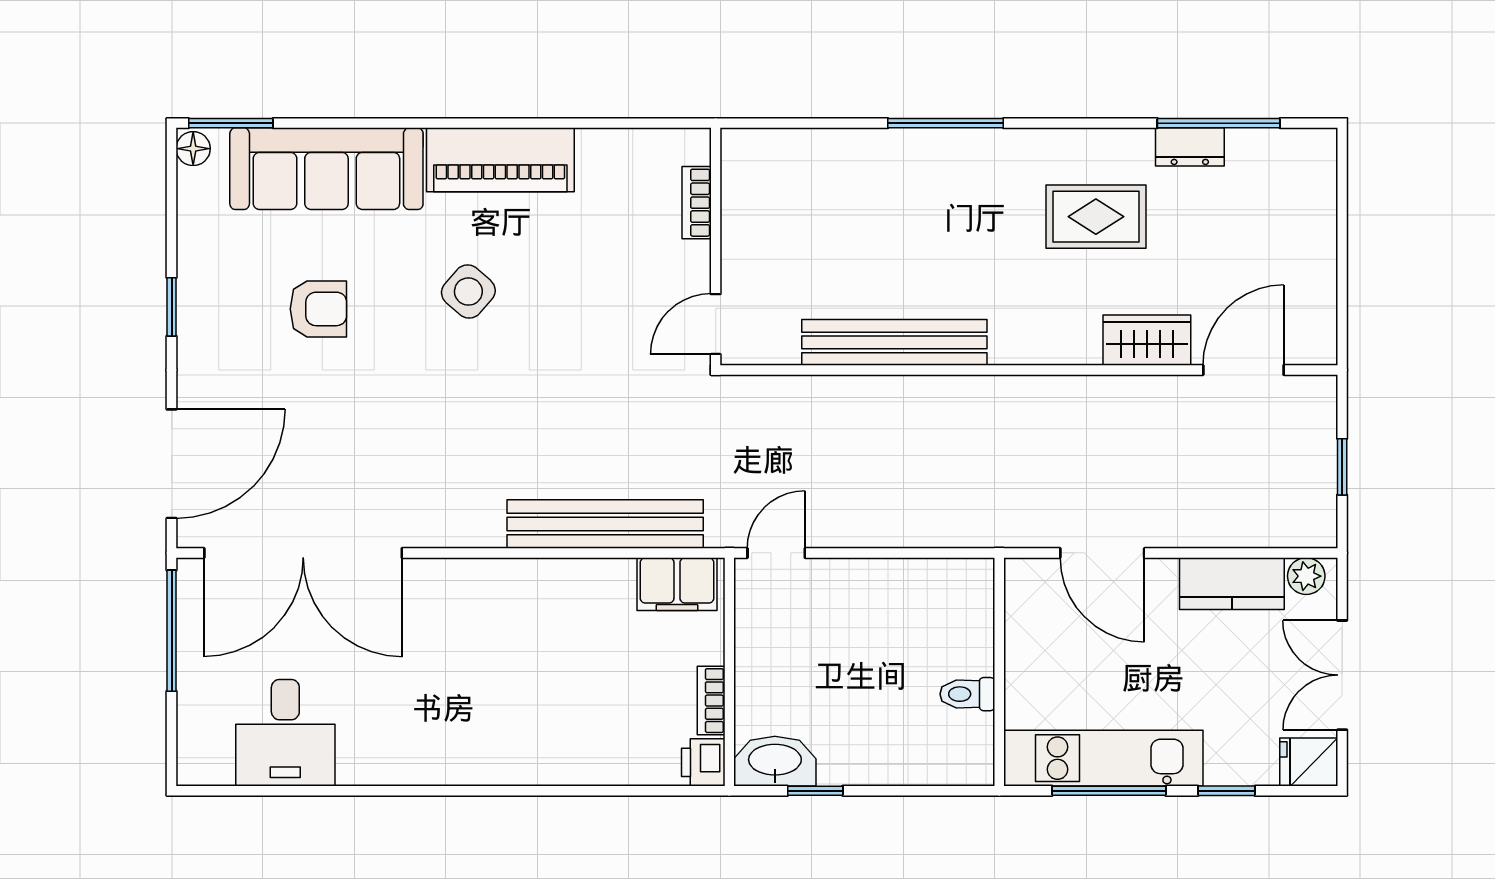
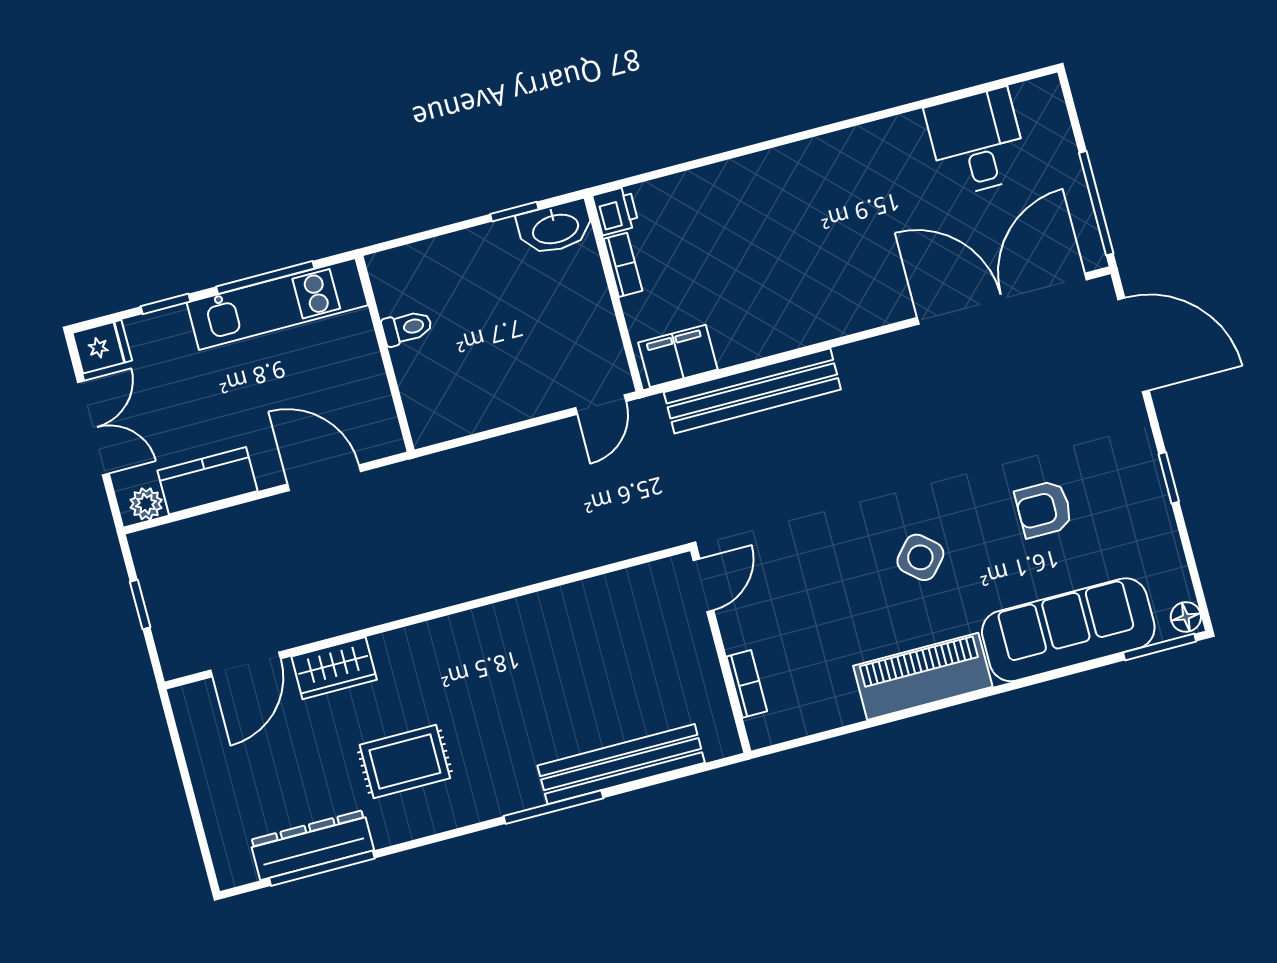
dresser: (1190, 147) -> (312, 845), width x1.96, depth x1.24
bench: (894, 342) -> (621, 764), moved
door: (172, 464) -> (1134, 345), swing flipped

